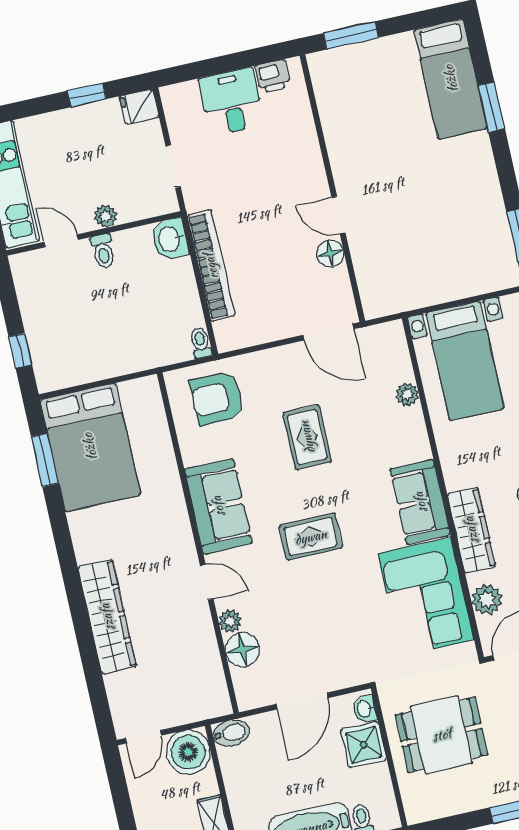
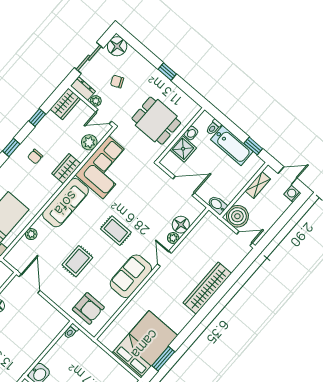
bookcase: (211, 266) -> (37, 350), removed
sofa: (420, 502) -> (66, 203), width x1.36
wardrobe: (471, 530) -> (66, 169), width x0.67
washbasin: (365, 709) -> (191, 133), moved

